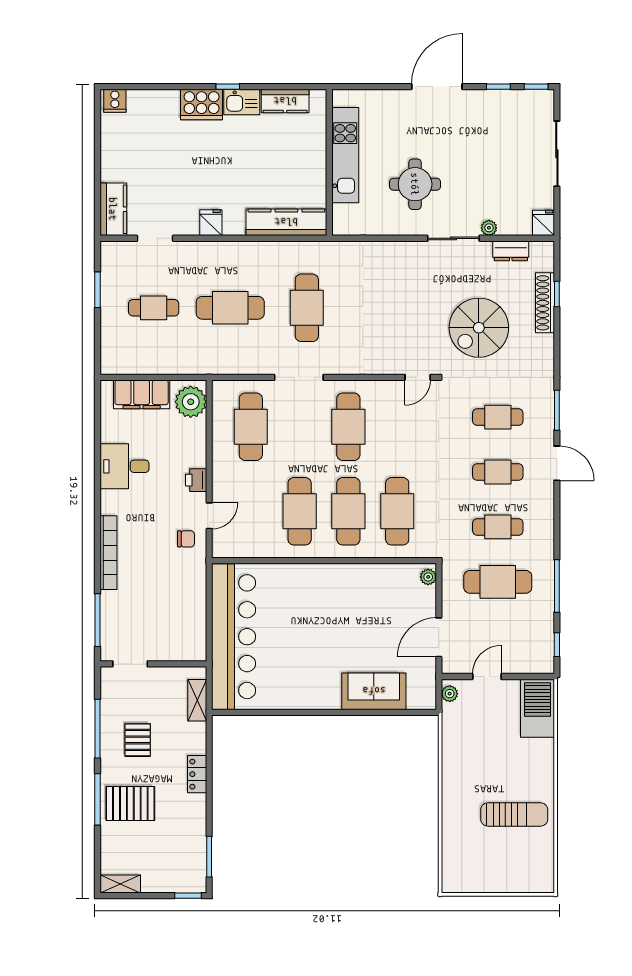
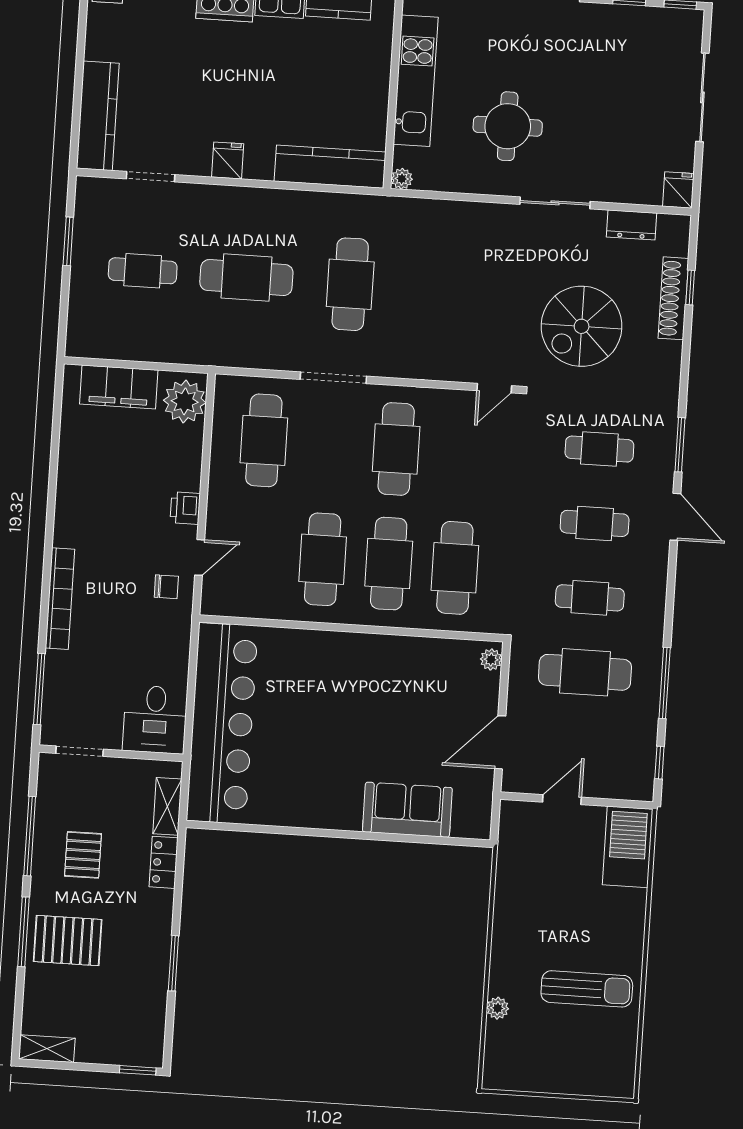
kitchen counter: (113, 209) -> (98, 116), width x1.50
plant: (489, 228) -> (402, 179), moved
desk: (124, 466) -> (155, 719), moved, turned -90
plant: (450, 694) -> (498, 1008), moved
locker: (197, 774) -> (164, 862), moved
window: (209, 857) -> (173, 963), moved

